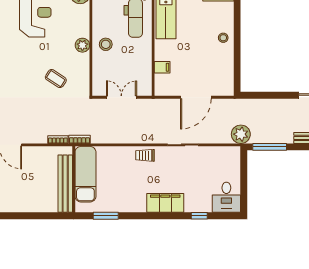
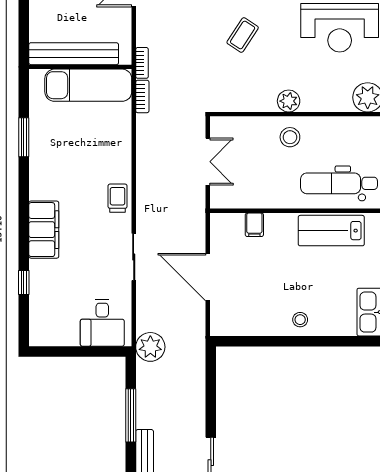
coffee table: (56, 79) -> (243, 35), moved
window: (270, 147) -> (131, 415), moved
exam couch: (85, 174) -> (88, 85), moved
wall: (74, 179) -> (80, 67), moved
bench: (65, 184) -> (74, 54), moved
desk: (226, 197) -> (102, 323), moved, turned -90

